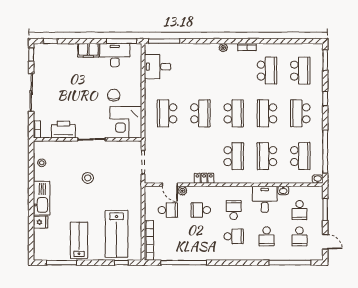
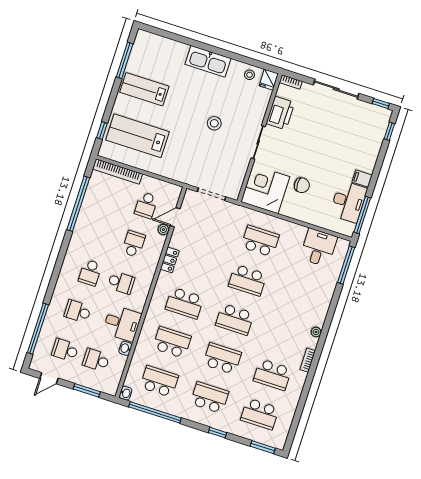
filing cabinet: (88, 50) -> (362, 179), width x0.50
school desk: (300, 156) -> (159, 381), turned 180
fridge: (41, 222) -> (269, 80), moved
lab bench: (79, 240) -> (144, 89), turned 180

